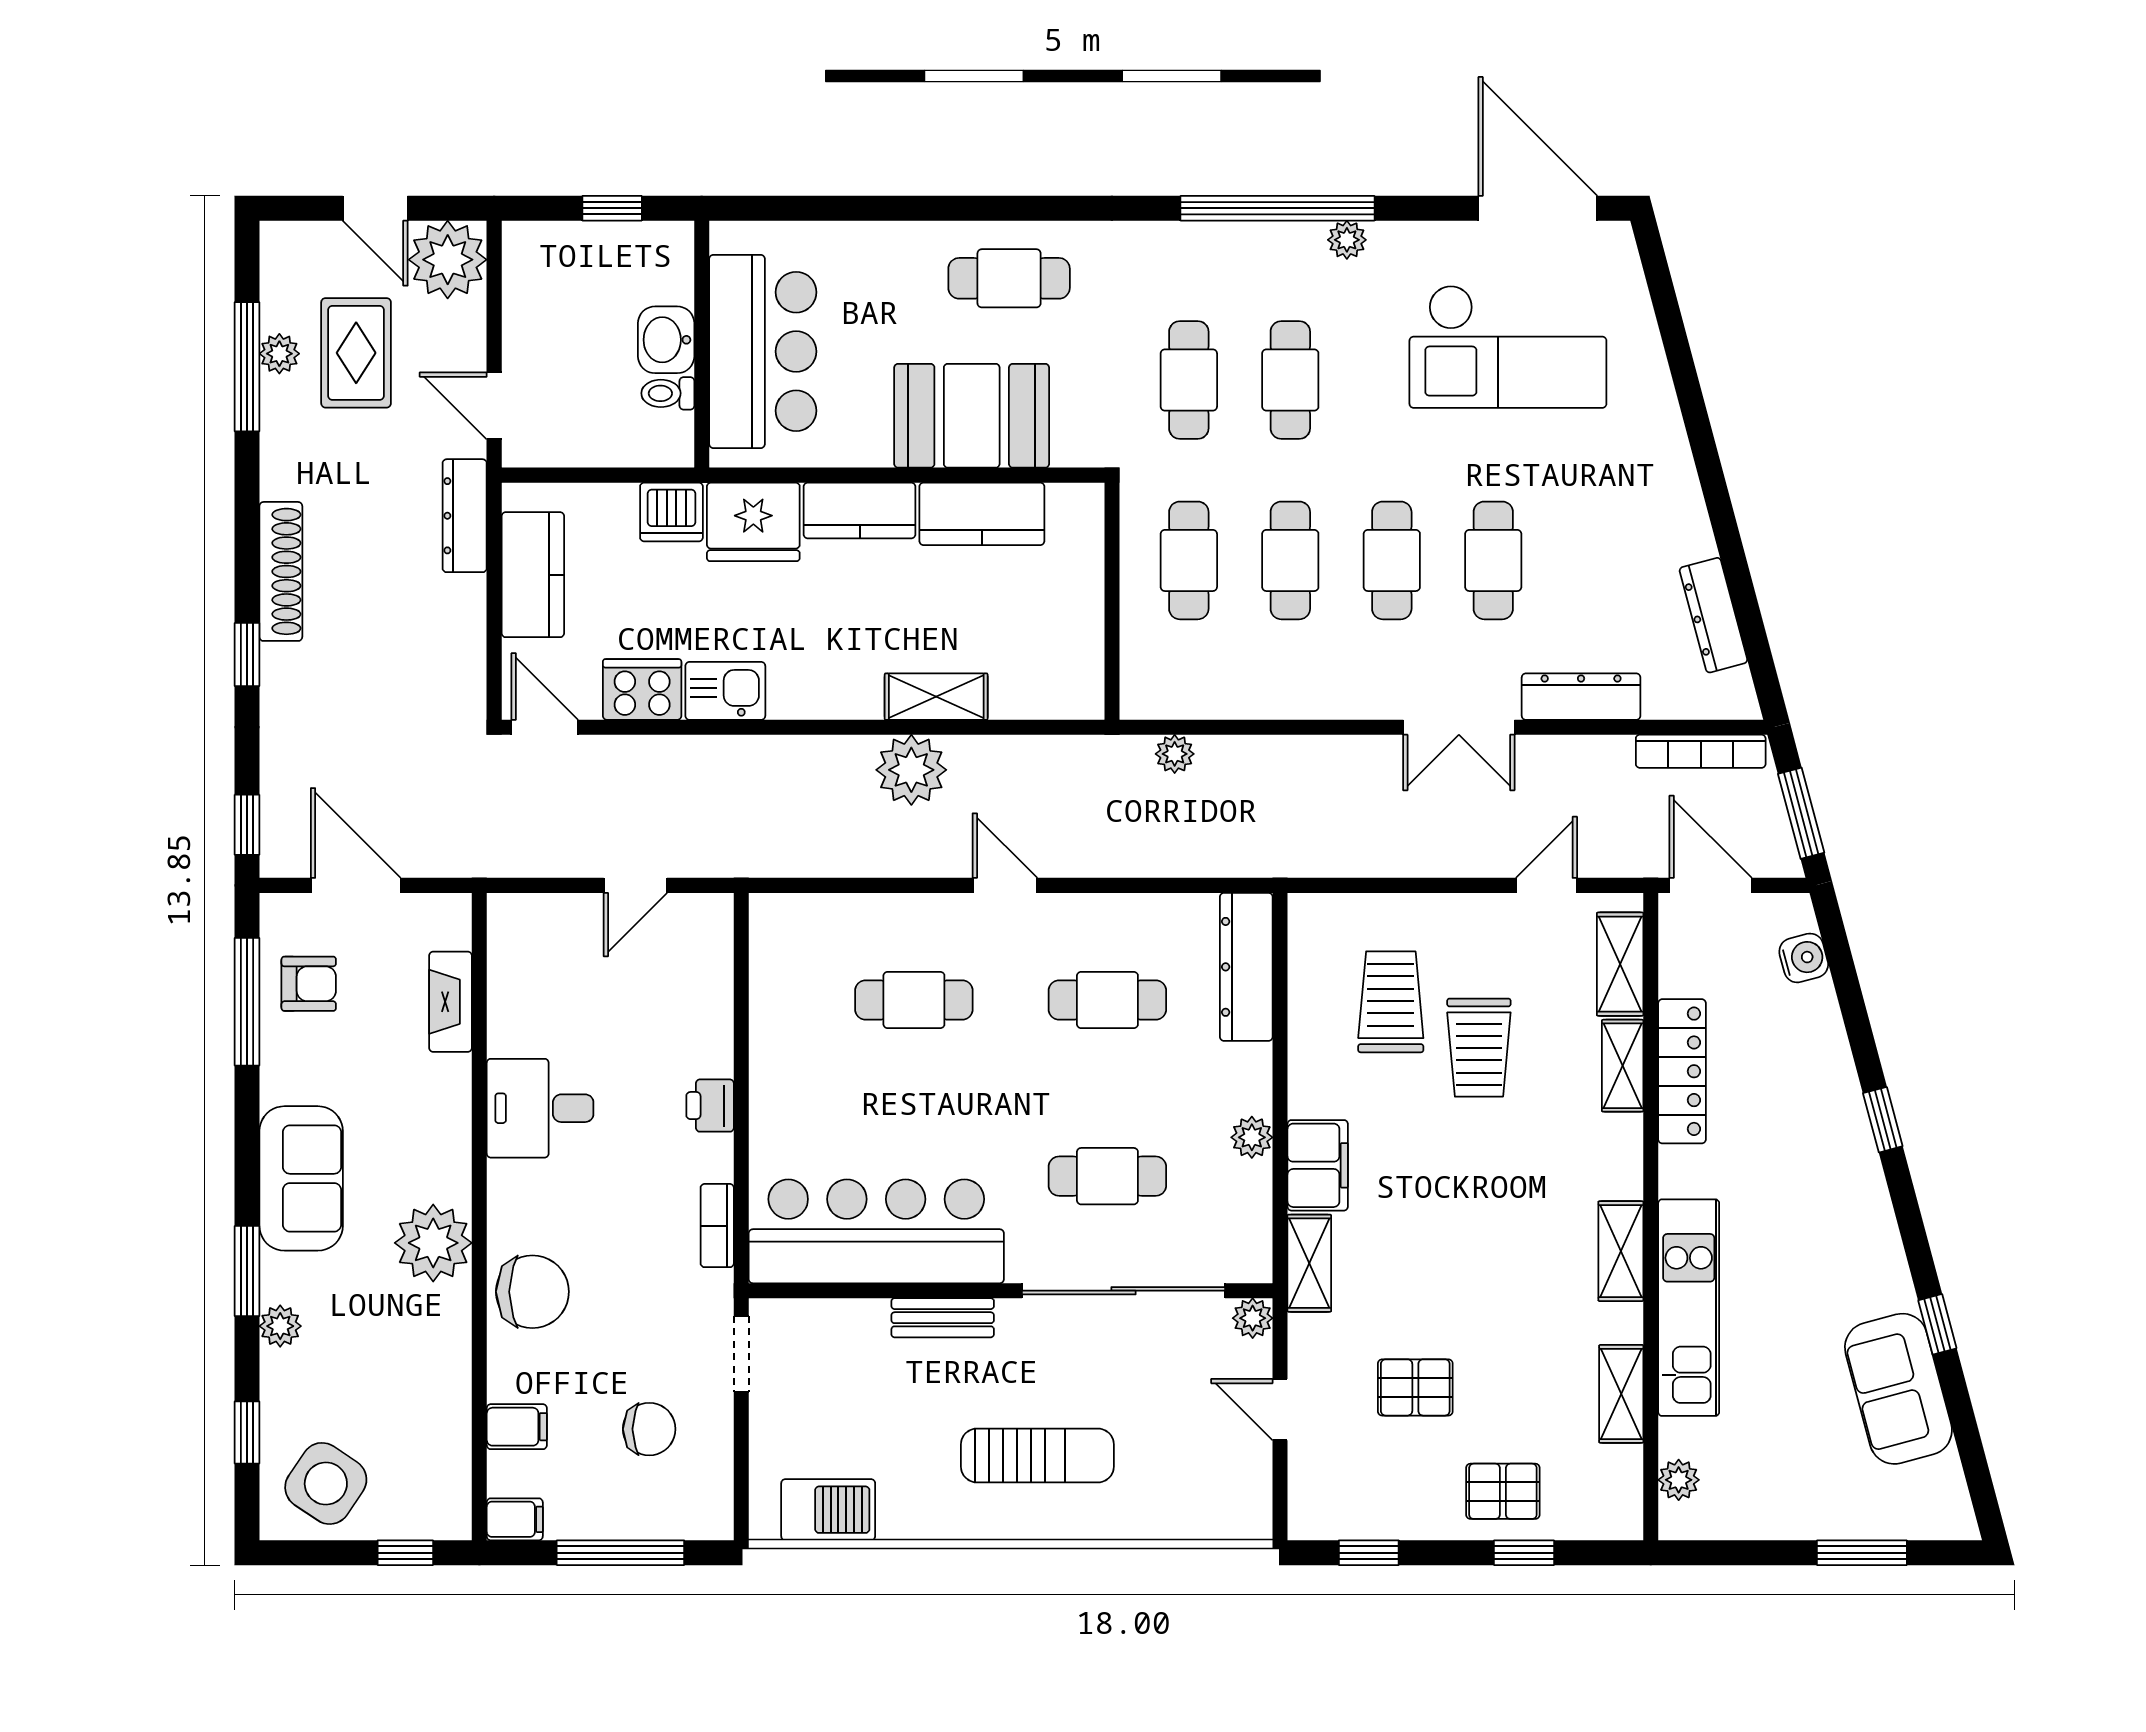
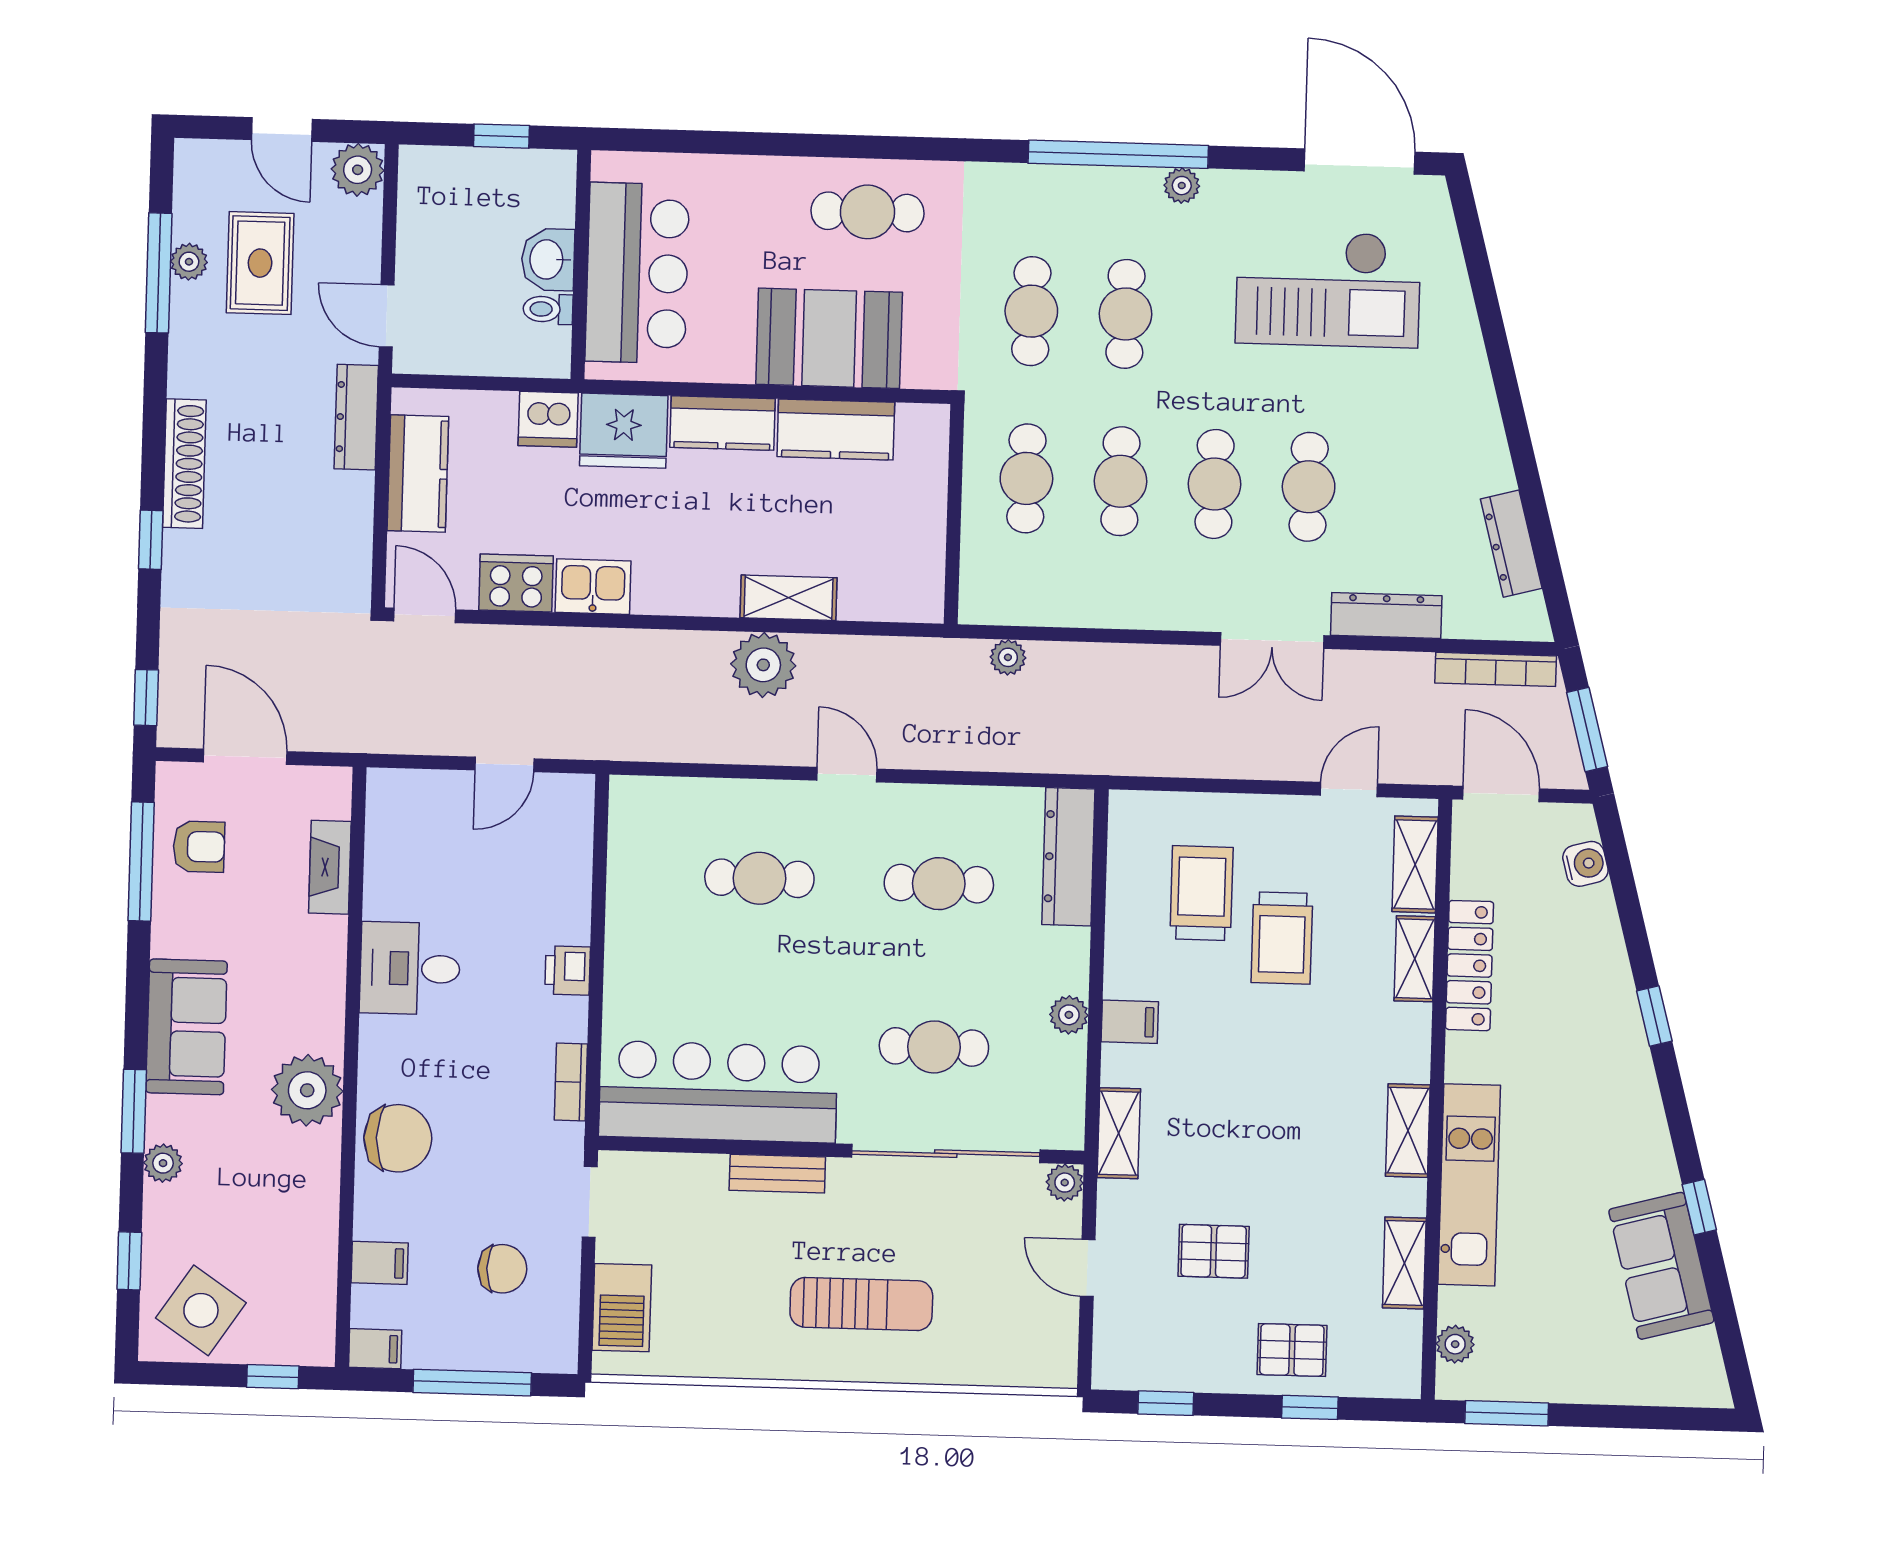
plant: (448, 260) -> (358, 170), width x0.73, depth x0.73
filing cabinet: (1318, 1165) -> (1130, 1022), width x0.50
barbecue: (828, 1510) -> (622, 1308), moved, turned 90
window: (1862, 1553) -> (1507, 1413), moved

